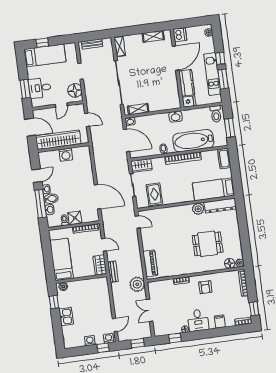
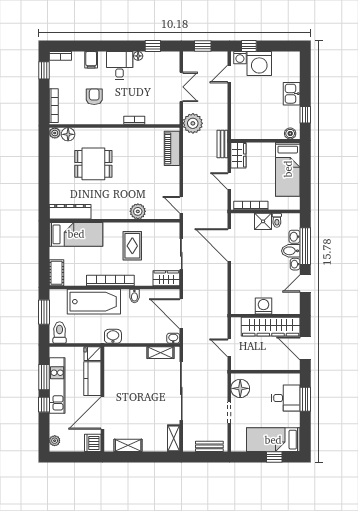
door: (61, 105) -> (261, 372), removed
rug: (154, 194) -> (132, 246), moved
plant: (198, 209) -> (138, 211), moved
armchair: (205, 287) -> (94, 97), moved
washing machine: (90, 341) -> (259, 64), width x1.89, depth x1.89

